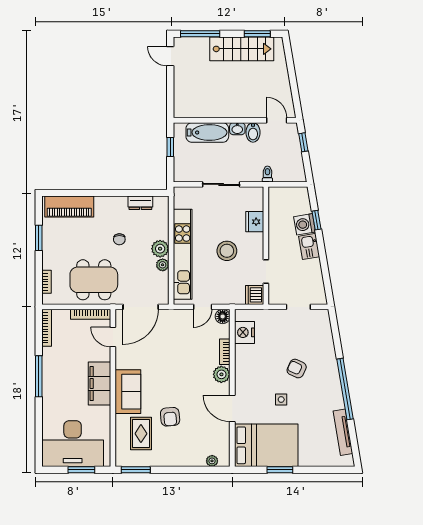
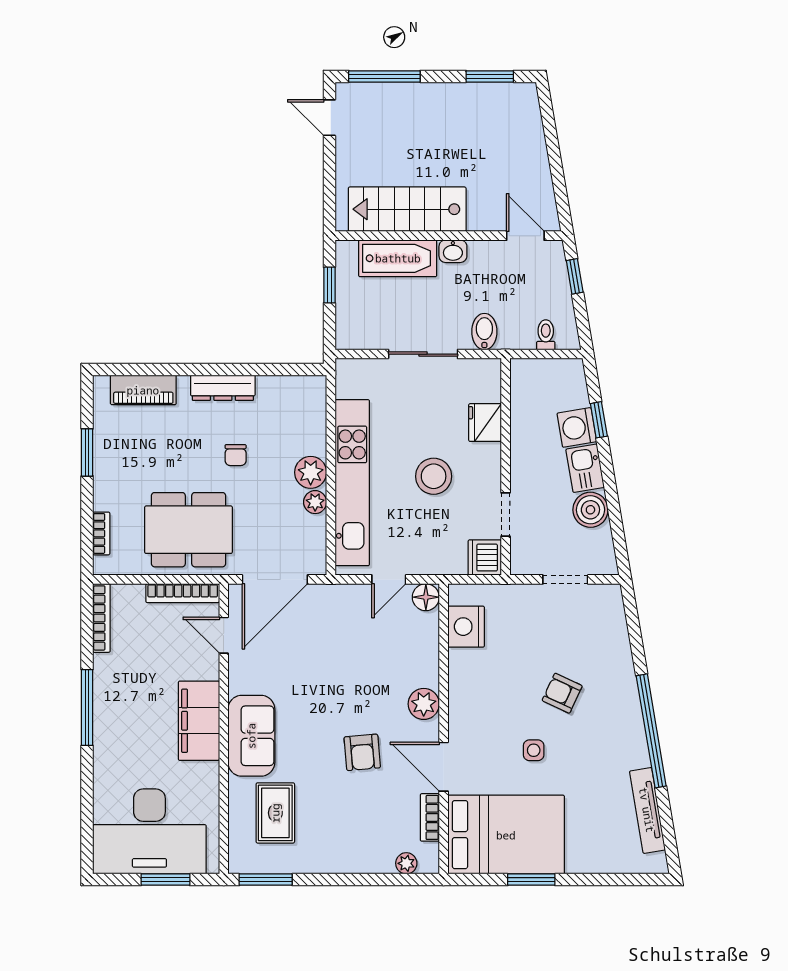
stairs: (242, 49) -> (407, 209), moved, turned 180
bidet: (253, 132) -> (484, 332), moved, turned 180
toilet: (267, 174) -> (546, 335), moved
dresser: (140, 203) -> (223, 388), moved, width x1.44
piano: (69, 207) -> (143, 390), width x0.73, depth x0.75
boiler: (312, 269) -> (590, 510), added
bookcase: (225, 352) -> (430, 817), moved
armchair: (170, 417) -> (362, 752), moved

